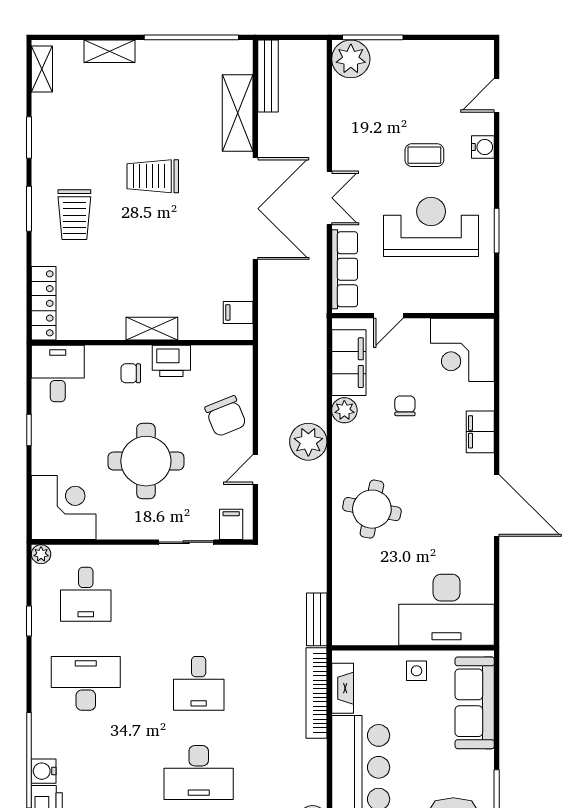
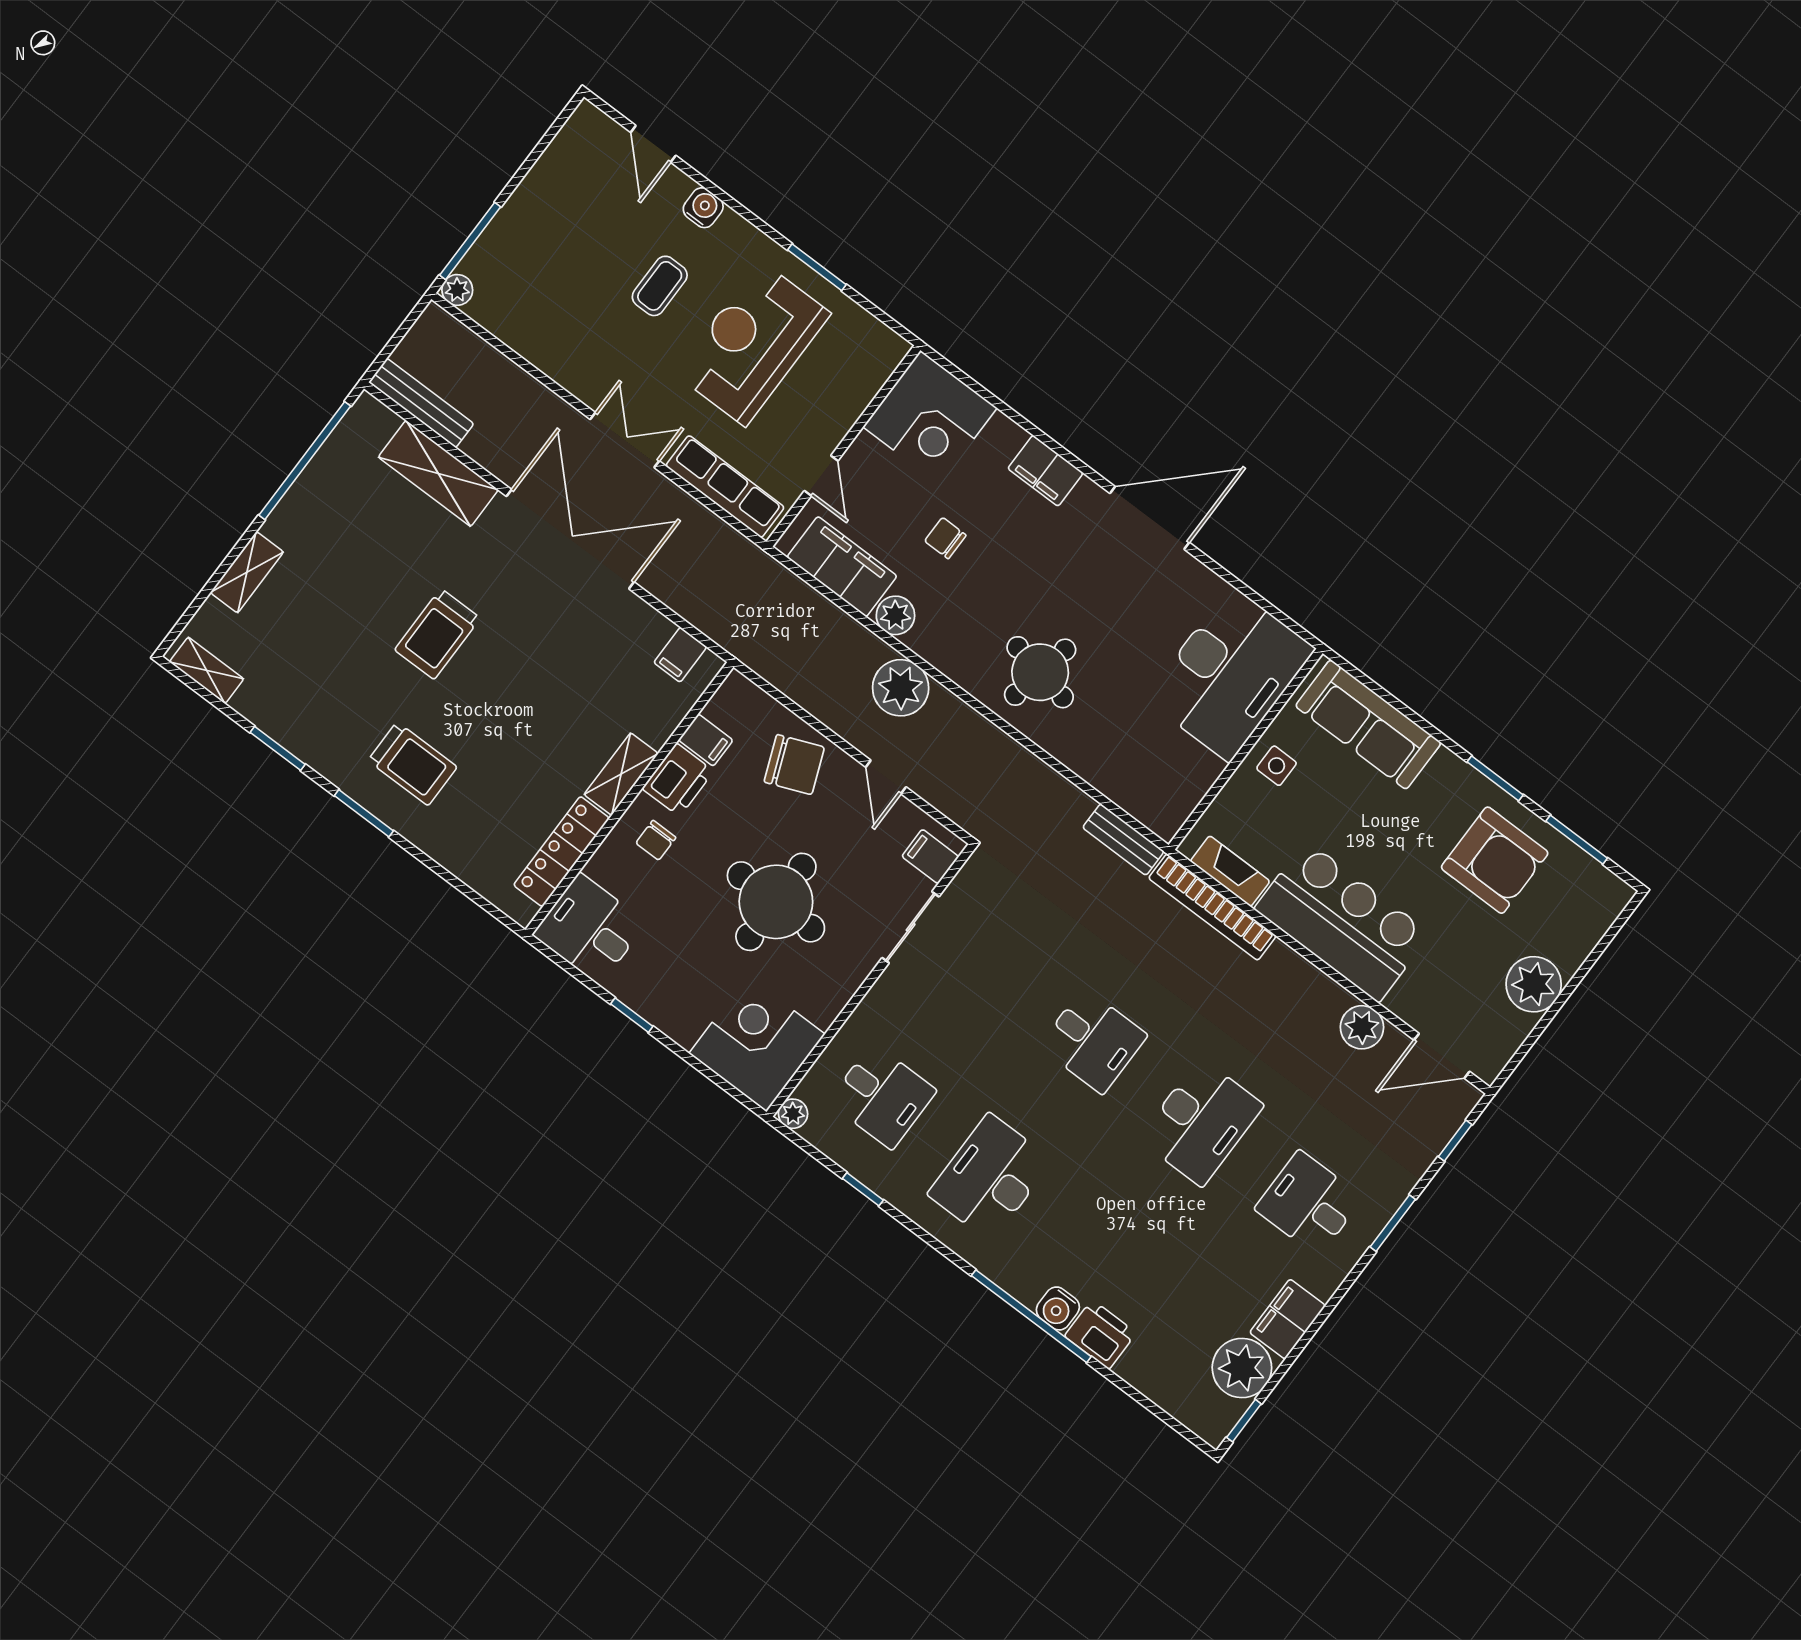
plant: (351, 59) -> (457, 290), width x0.53, depth x0.53
locker: (44, 303) -> (561, 852), moved, turned -90
filing cabinet: (203, 360) -> (706, 740), added

